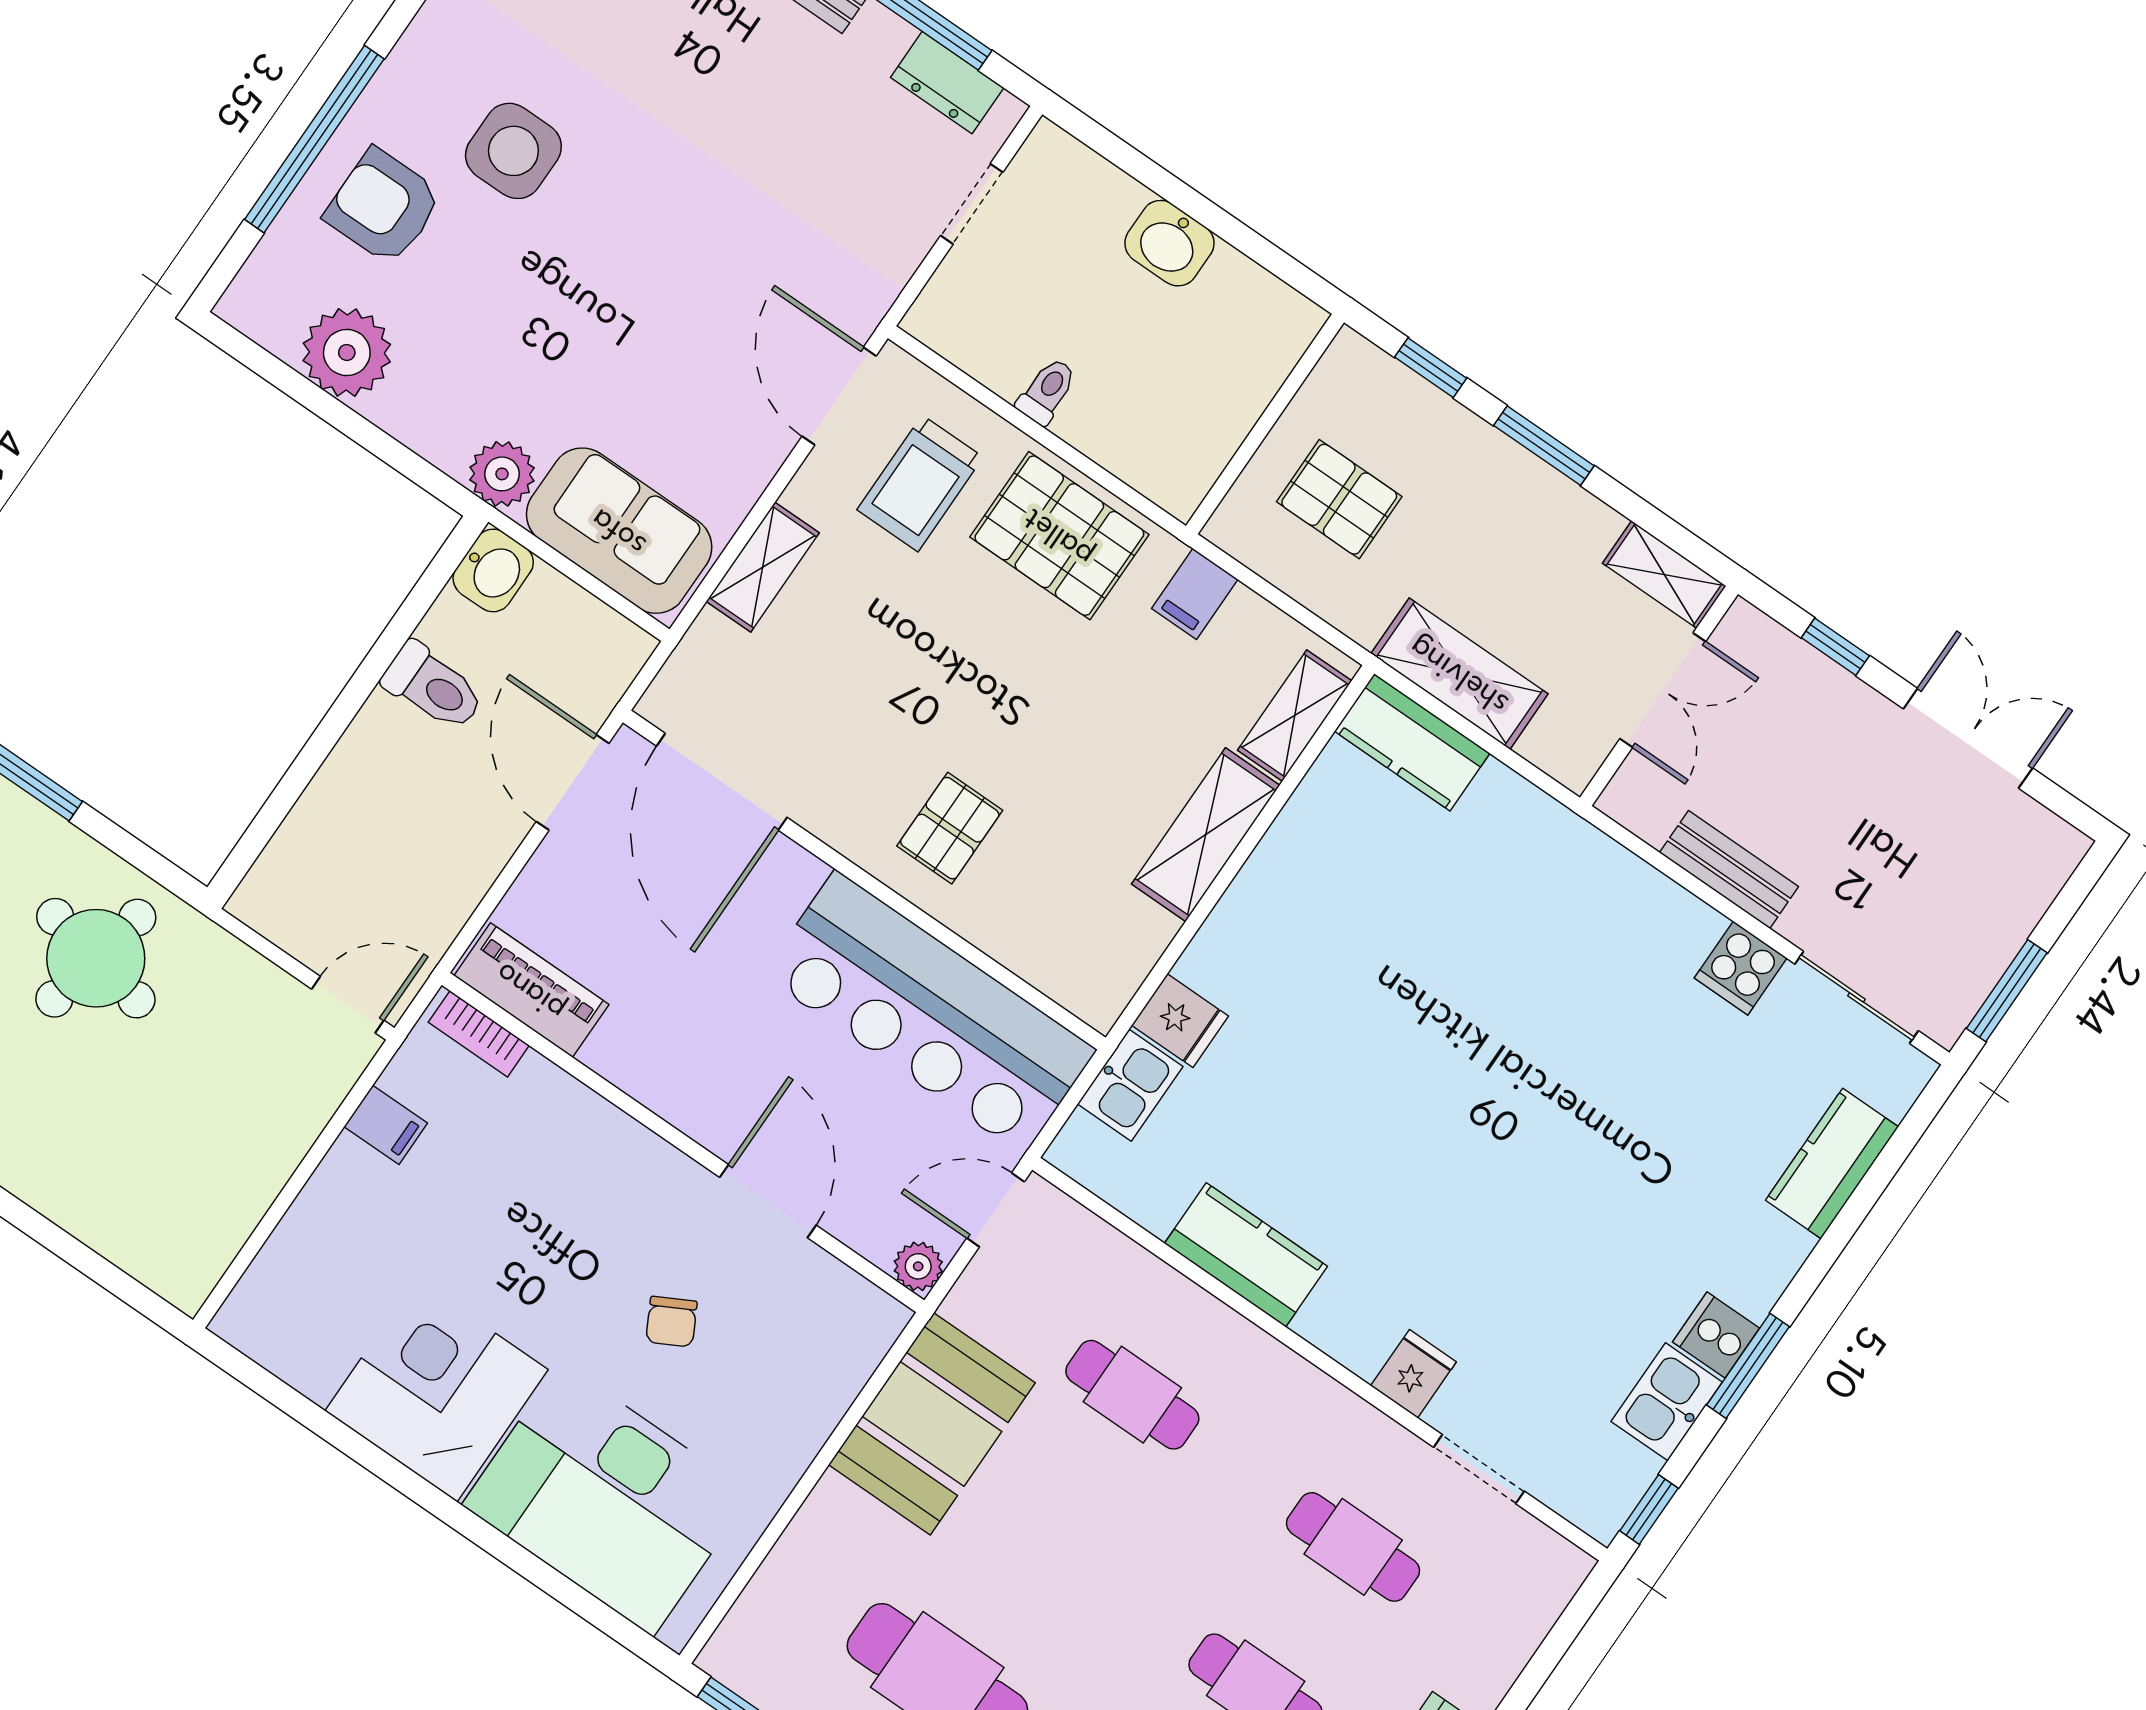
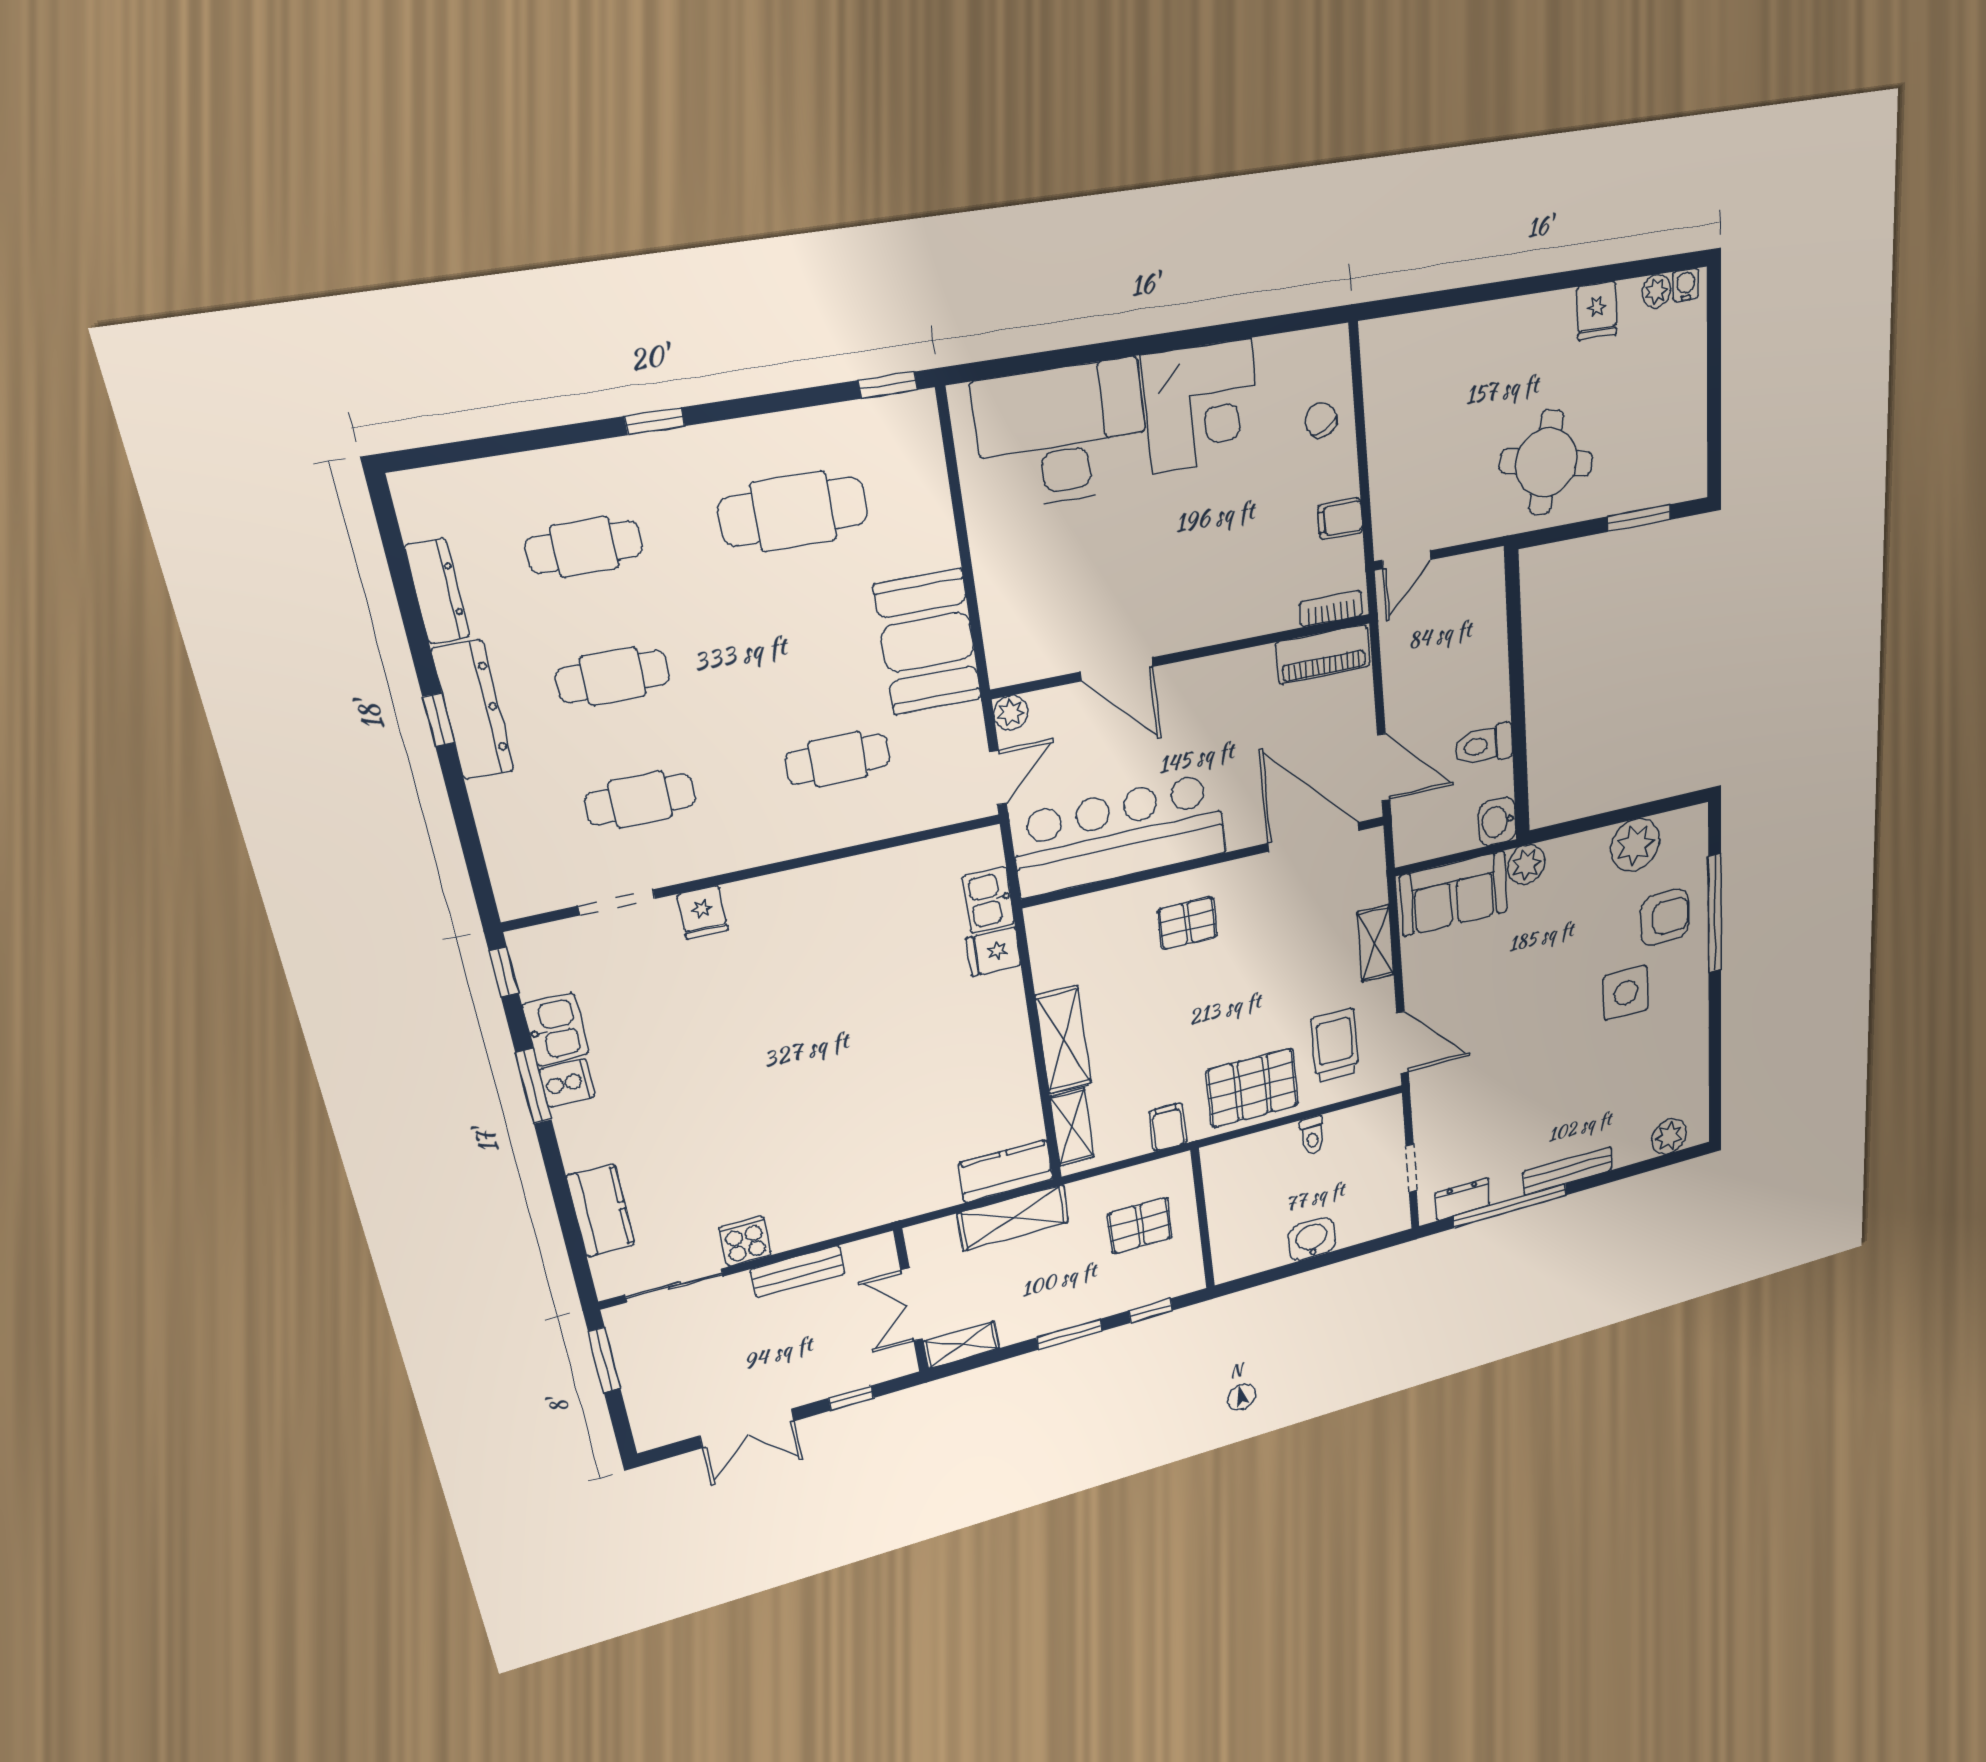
pallet: (950, 828) -> (1187, 923), turned 90
kitchen counter: (1246, 1255) -> (850, 882), removed
chair: (671, 1322) -> (1321, 420), moved

